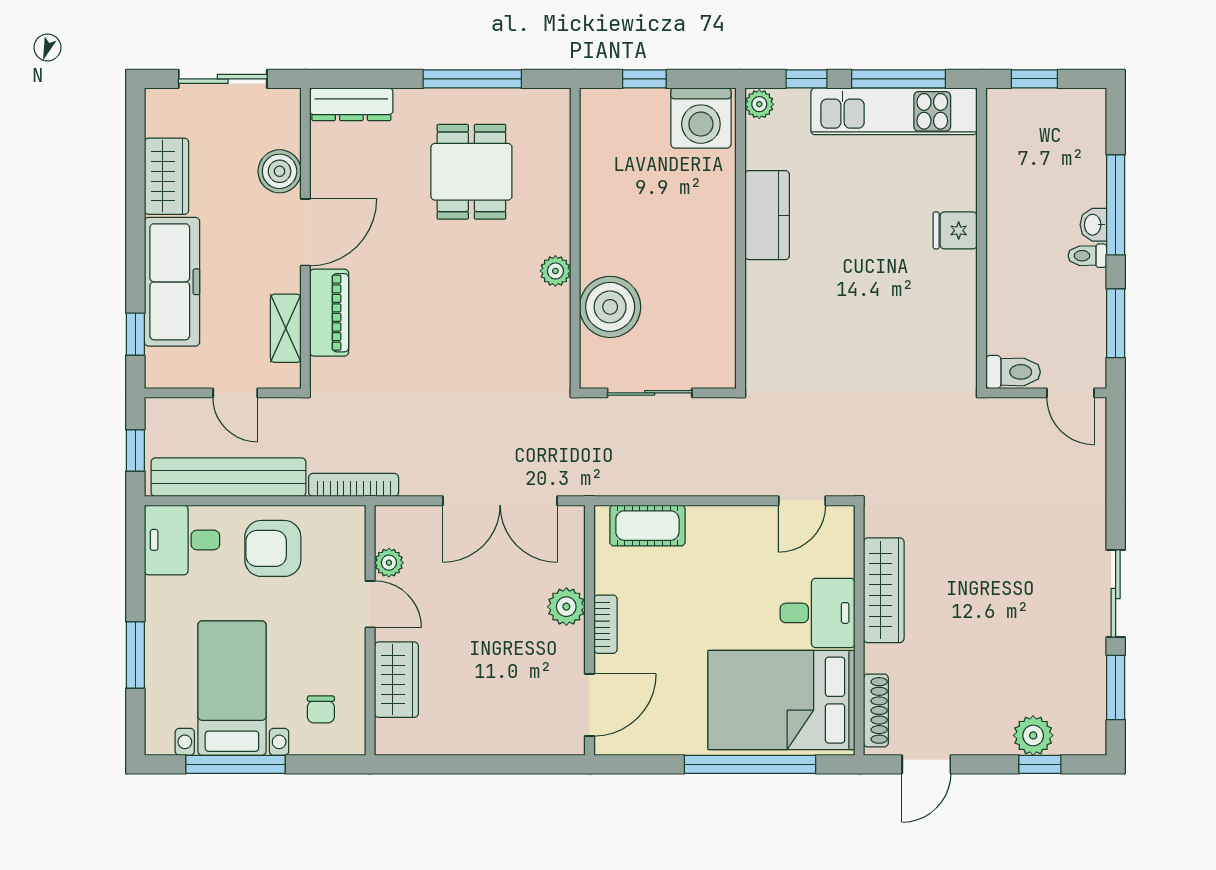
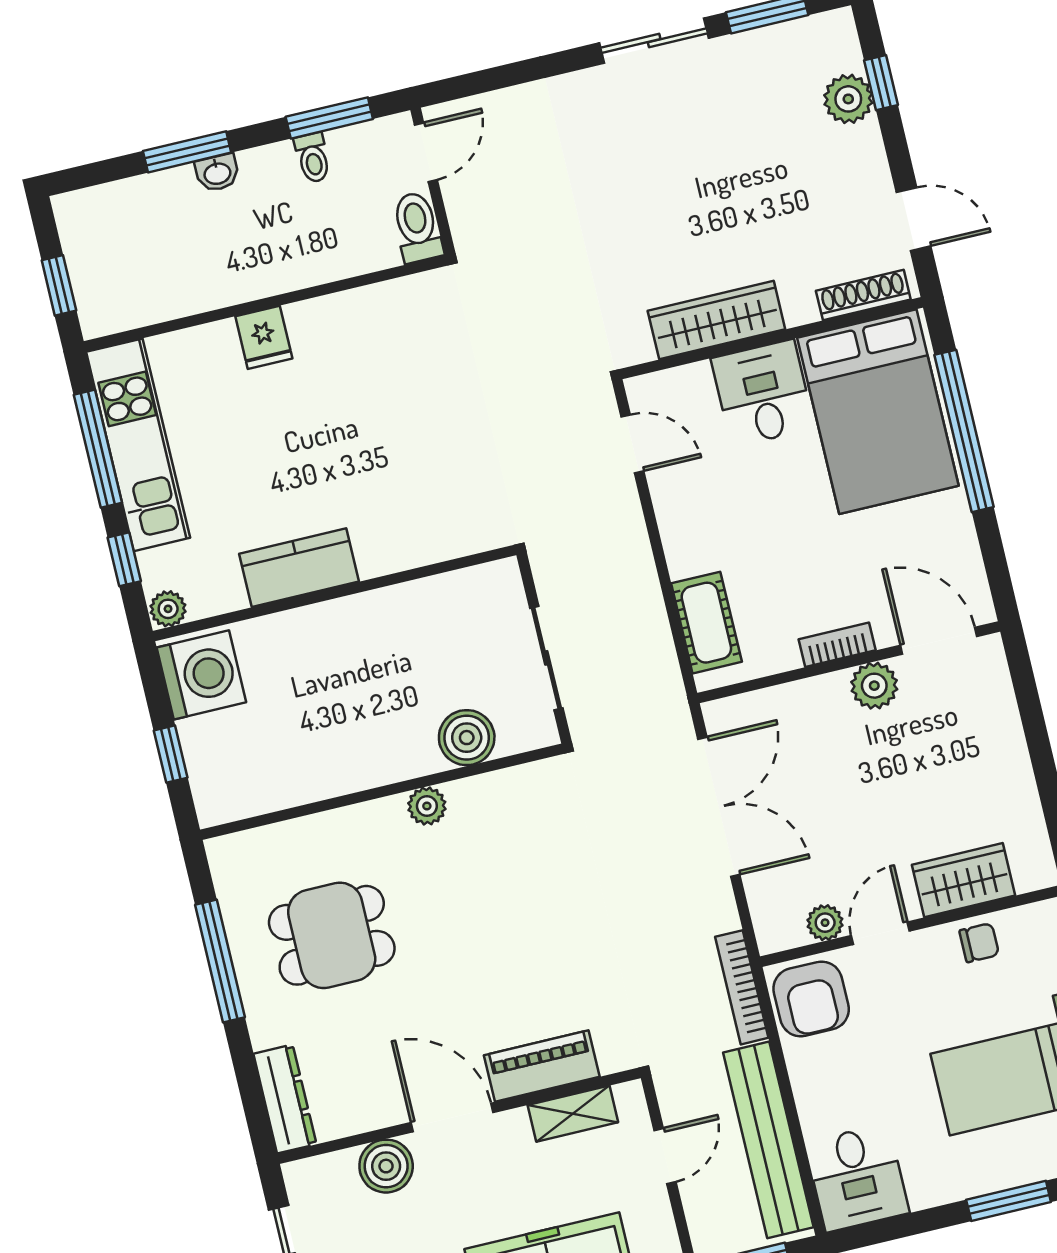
window: (1116, 205) -> (187, 152), width x0.69
toilet: (1087, 256) -> (313, 158), moved
boiler: (610, 307) -> (467, 738), width x0.73, depth x0.73
armchair: (273, 548) -> (811, 999), moved
plant: (566, 607) -> (874, 686), moved
chair: (321, 709) -> (979, 943), moved

